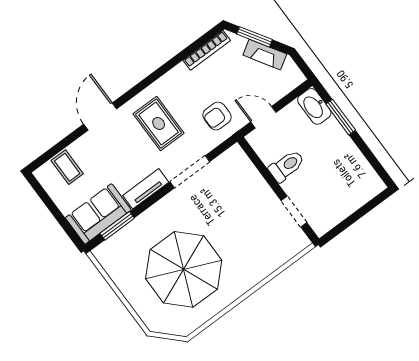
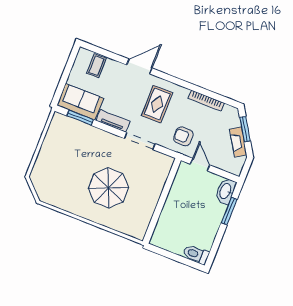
bookcase: (207, 50) -> (206, 101), moved
toilet: (287, 166) -> (196, 254), moved, turned 180
doorway: (294, 212) -> (155, 218), removed
parasol: (184, 269) -> (108, 188), moved, width x0.73, depth x0.73

